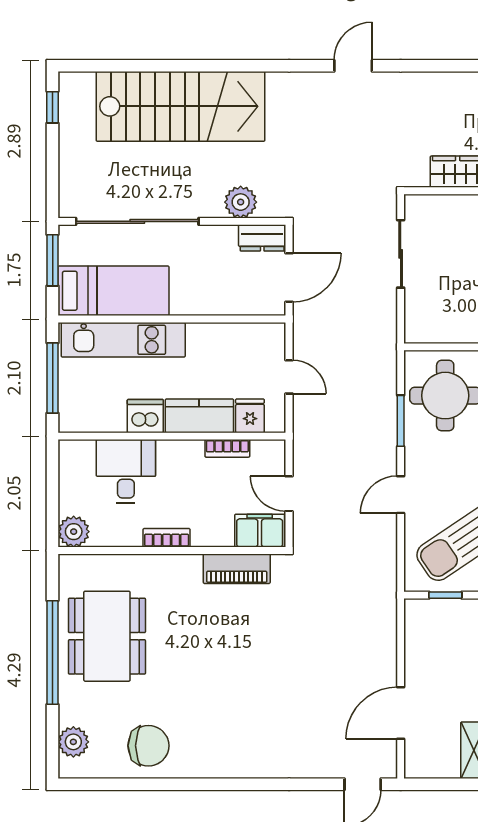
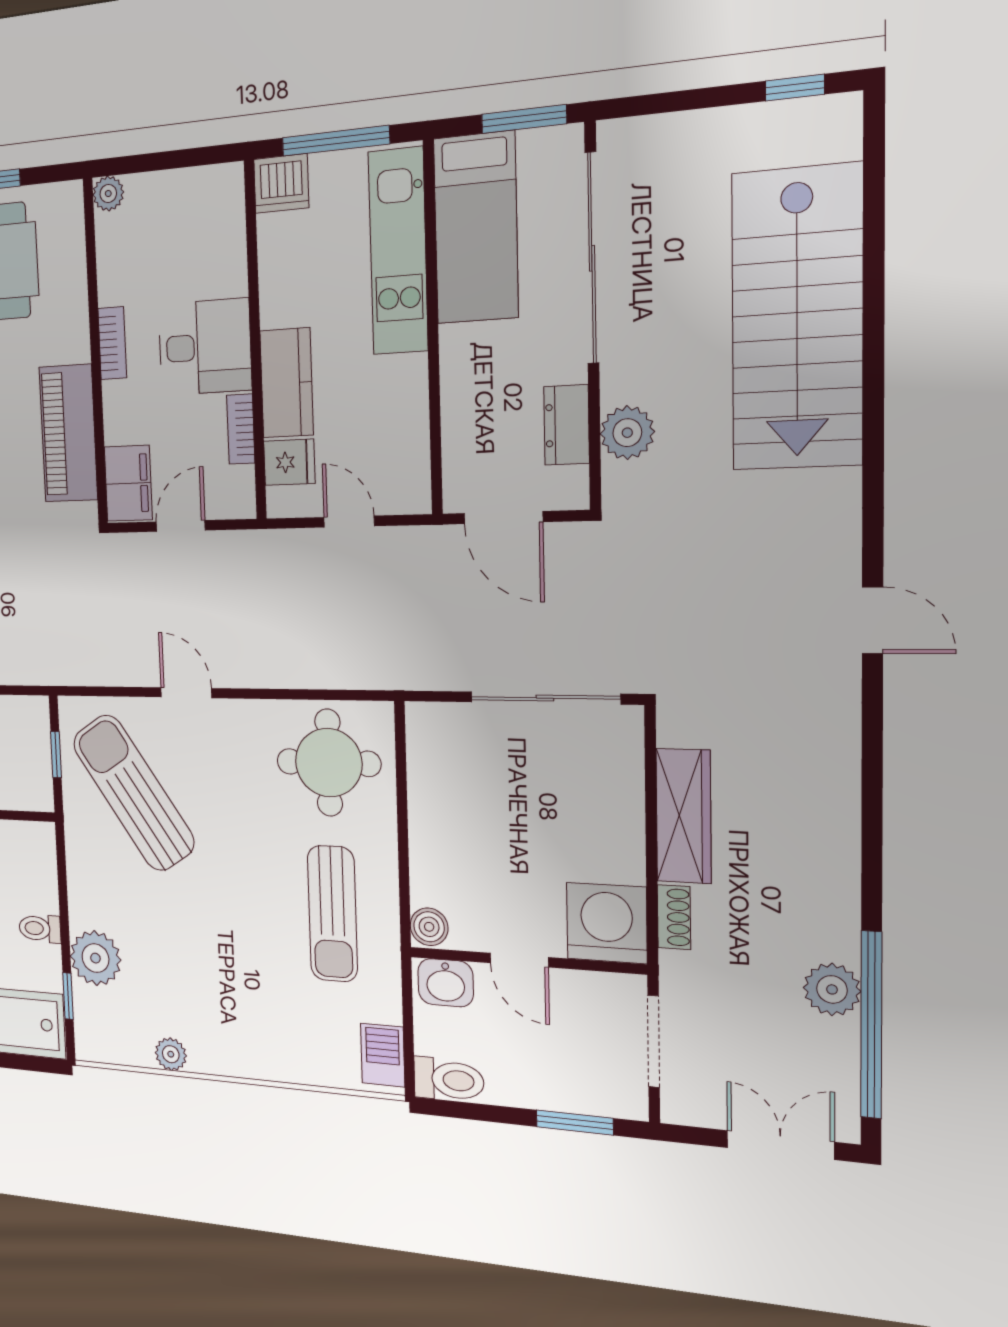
dresser: (262, 238) -> (566, 425), moved
sliding door: (401, 254) -> (545, 698), width x1.37
door: (289, 377) -> (349, 522), swing flipped
dishwasher: (145, 416) -> (281, 183), moved, turned 90
window: (401, 421) -> (290, 694), removed
desk: (126, 471) -> (205, 347), moved
plant: (74, 532) -> (108, 194), width x0.73, depth x0.73
piano: (237, 569) -> (68, 433), width x1.37, depth x1.33

